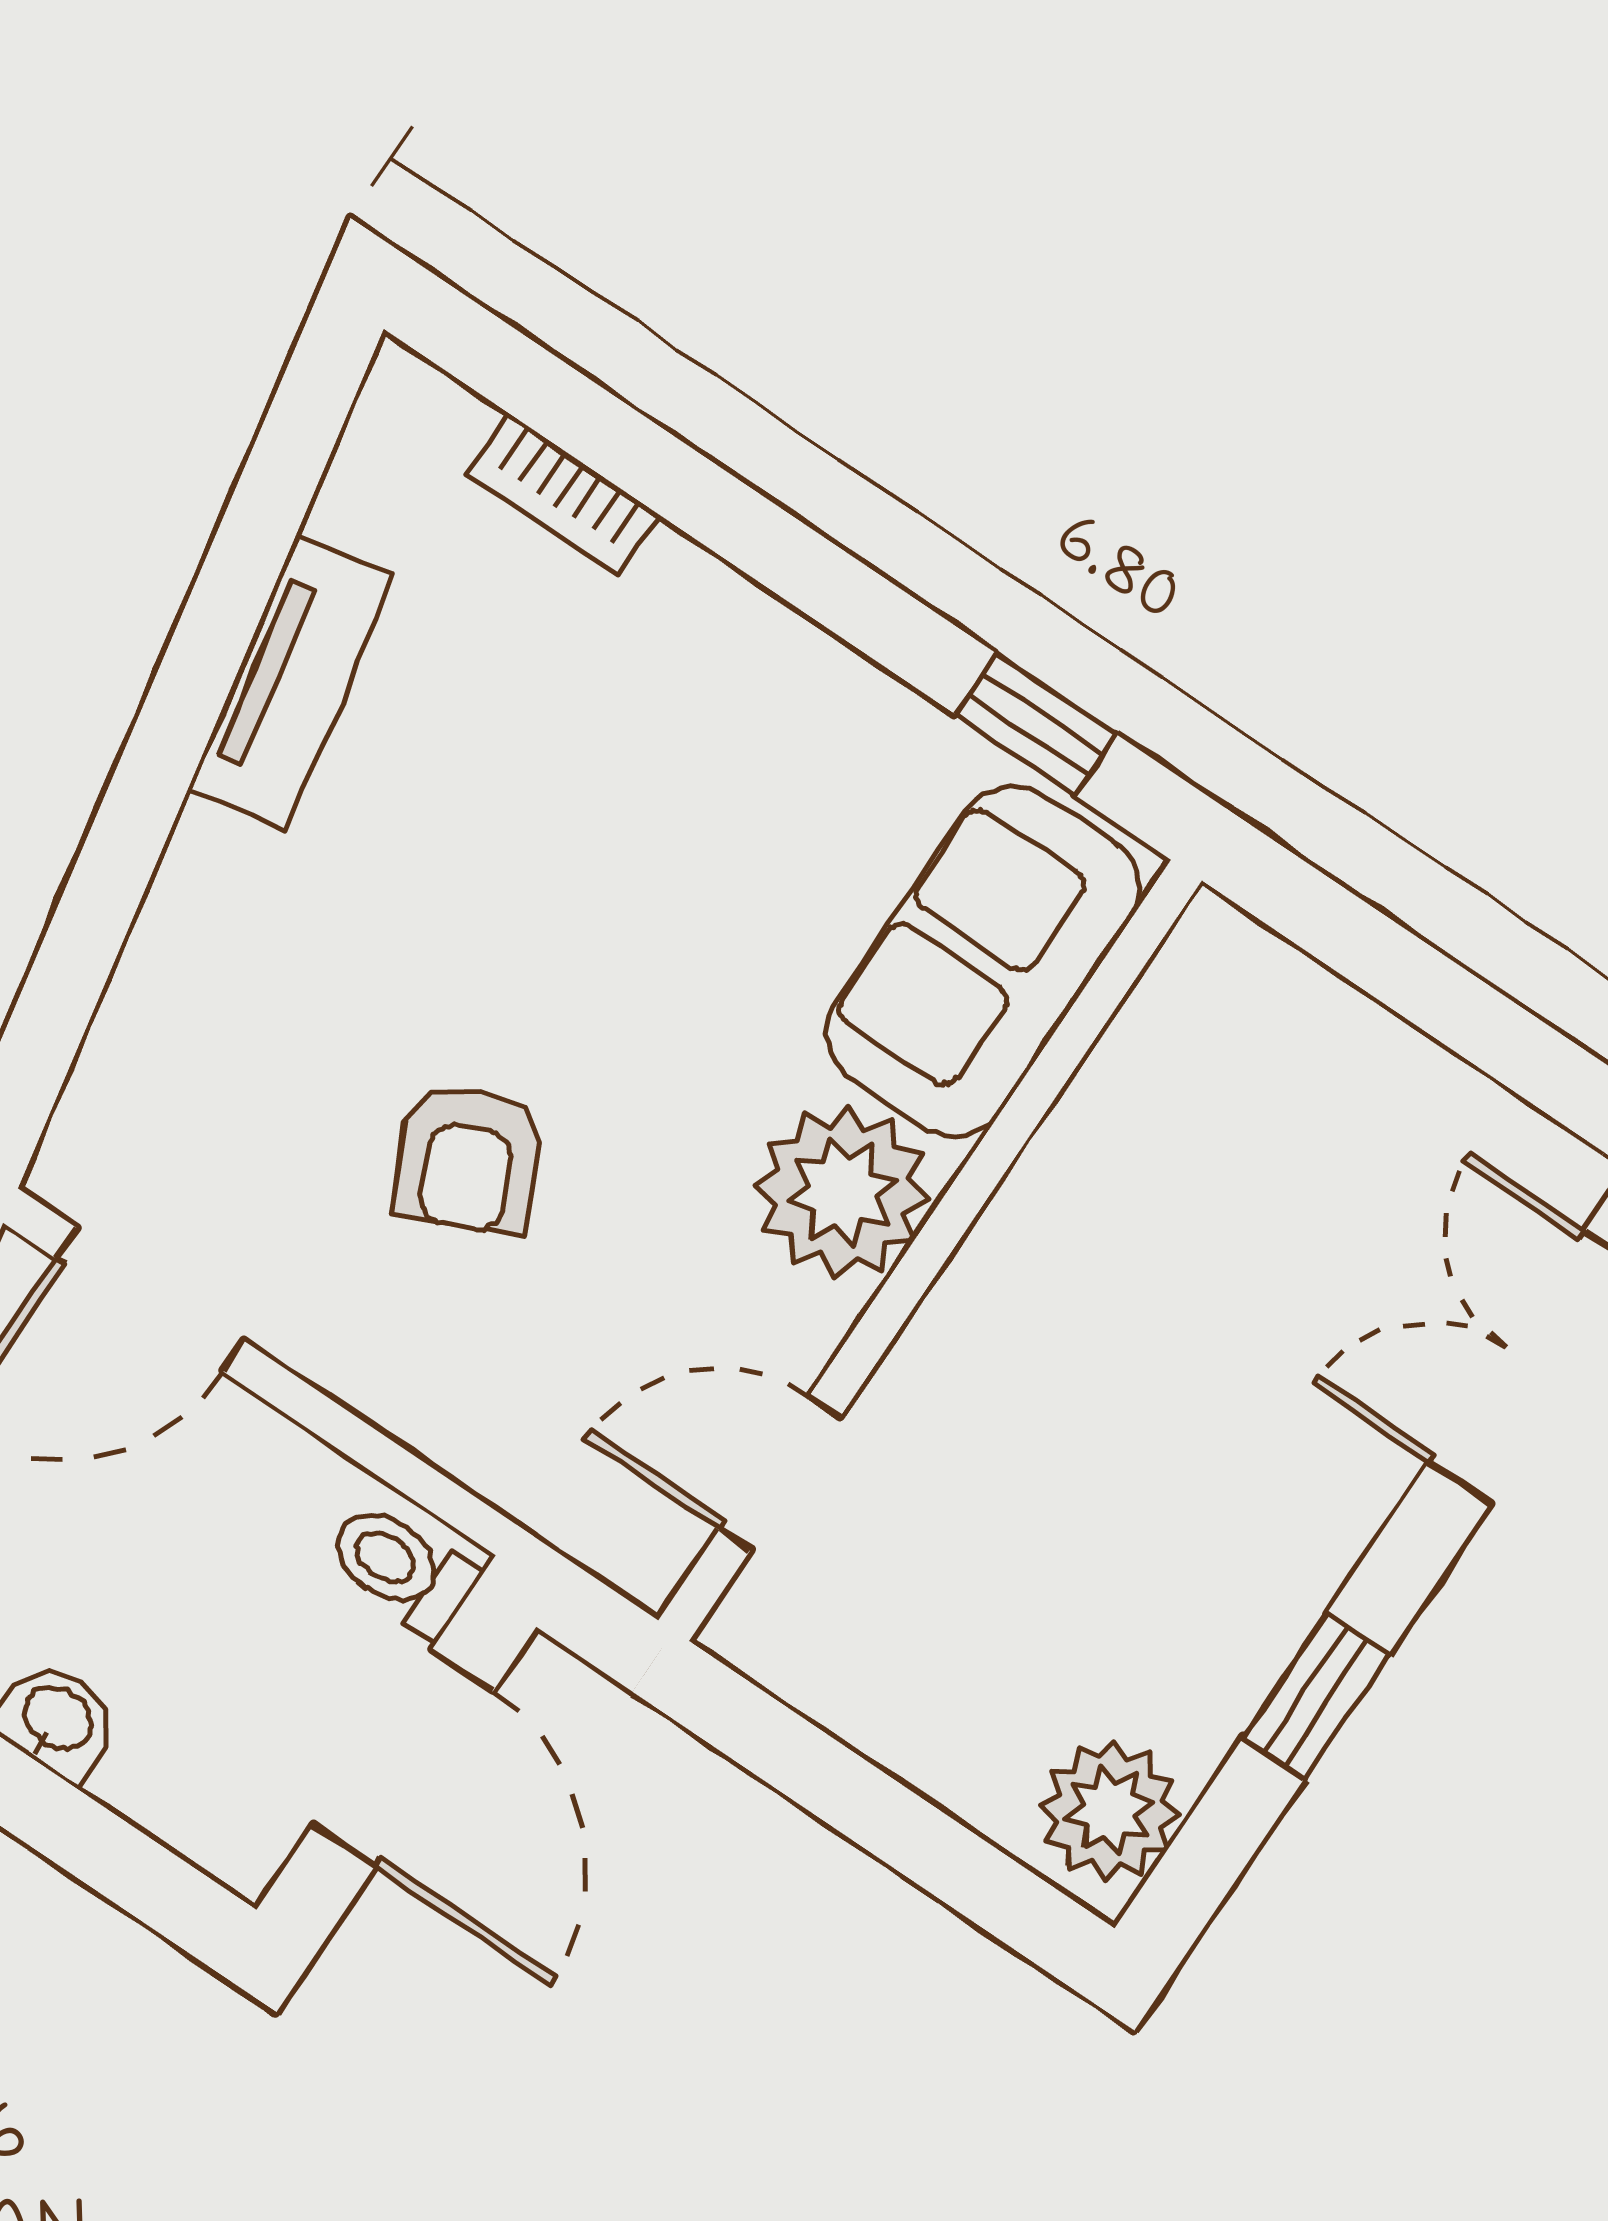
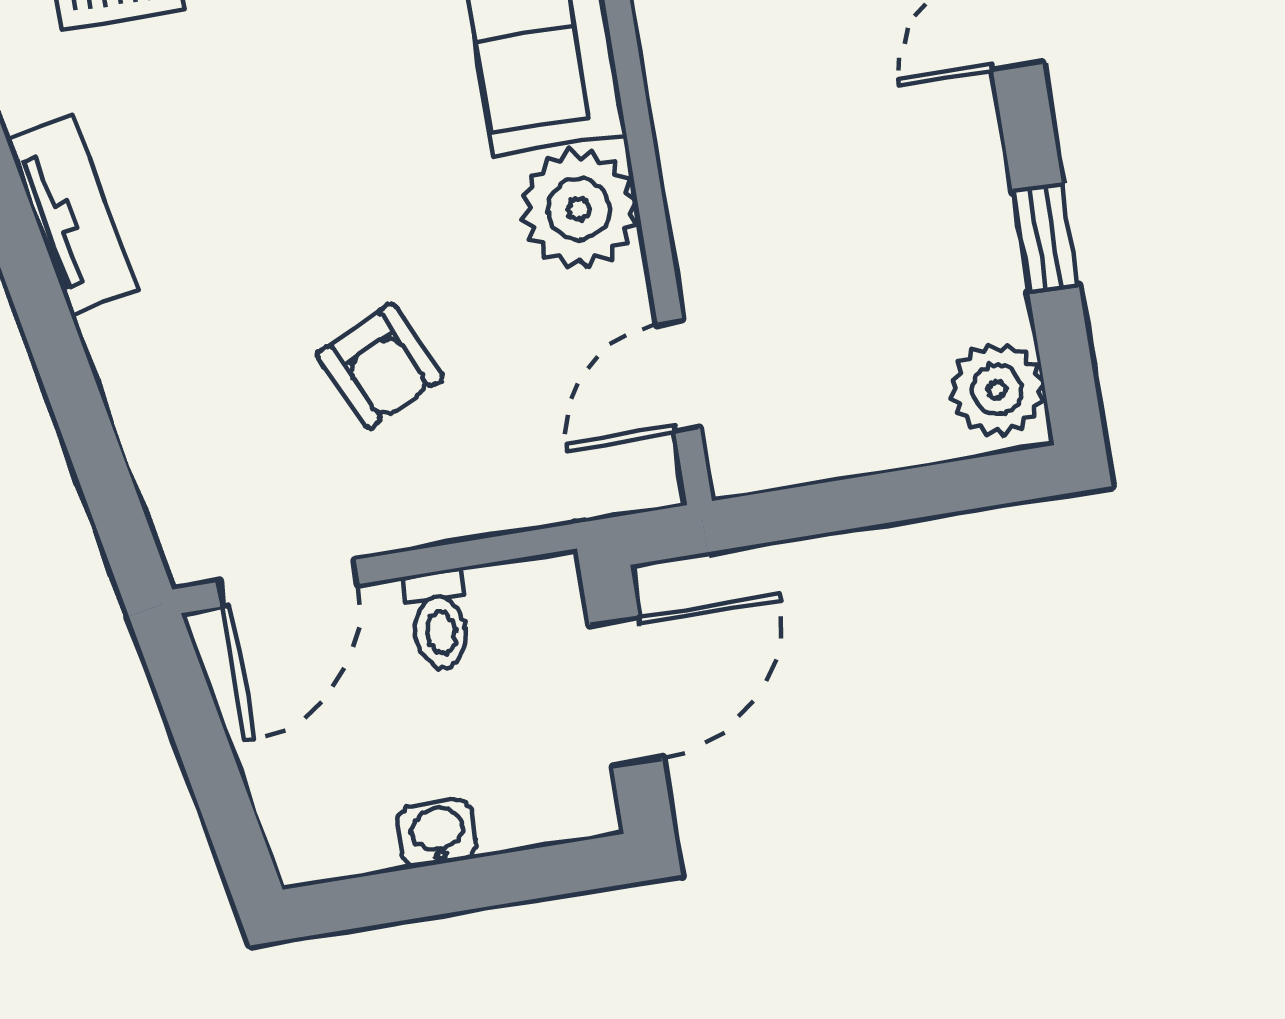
toilet: (401, 1568) -> (439, 620), moved, turned -90
door: (403, 1759) -> (626, 691), hinge flipped

